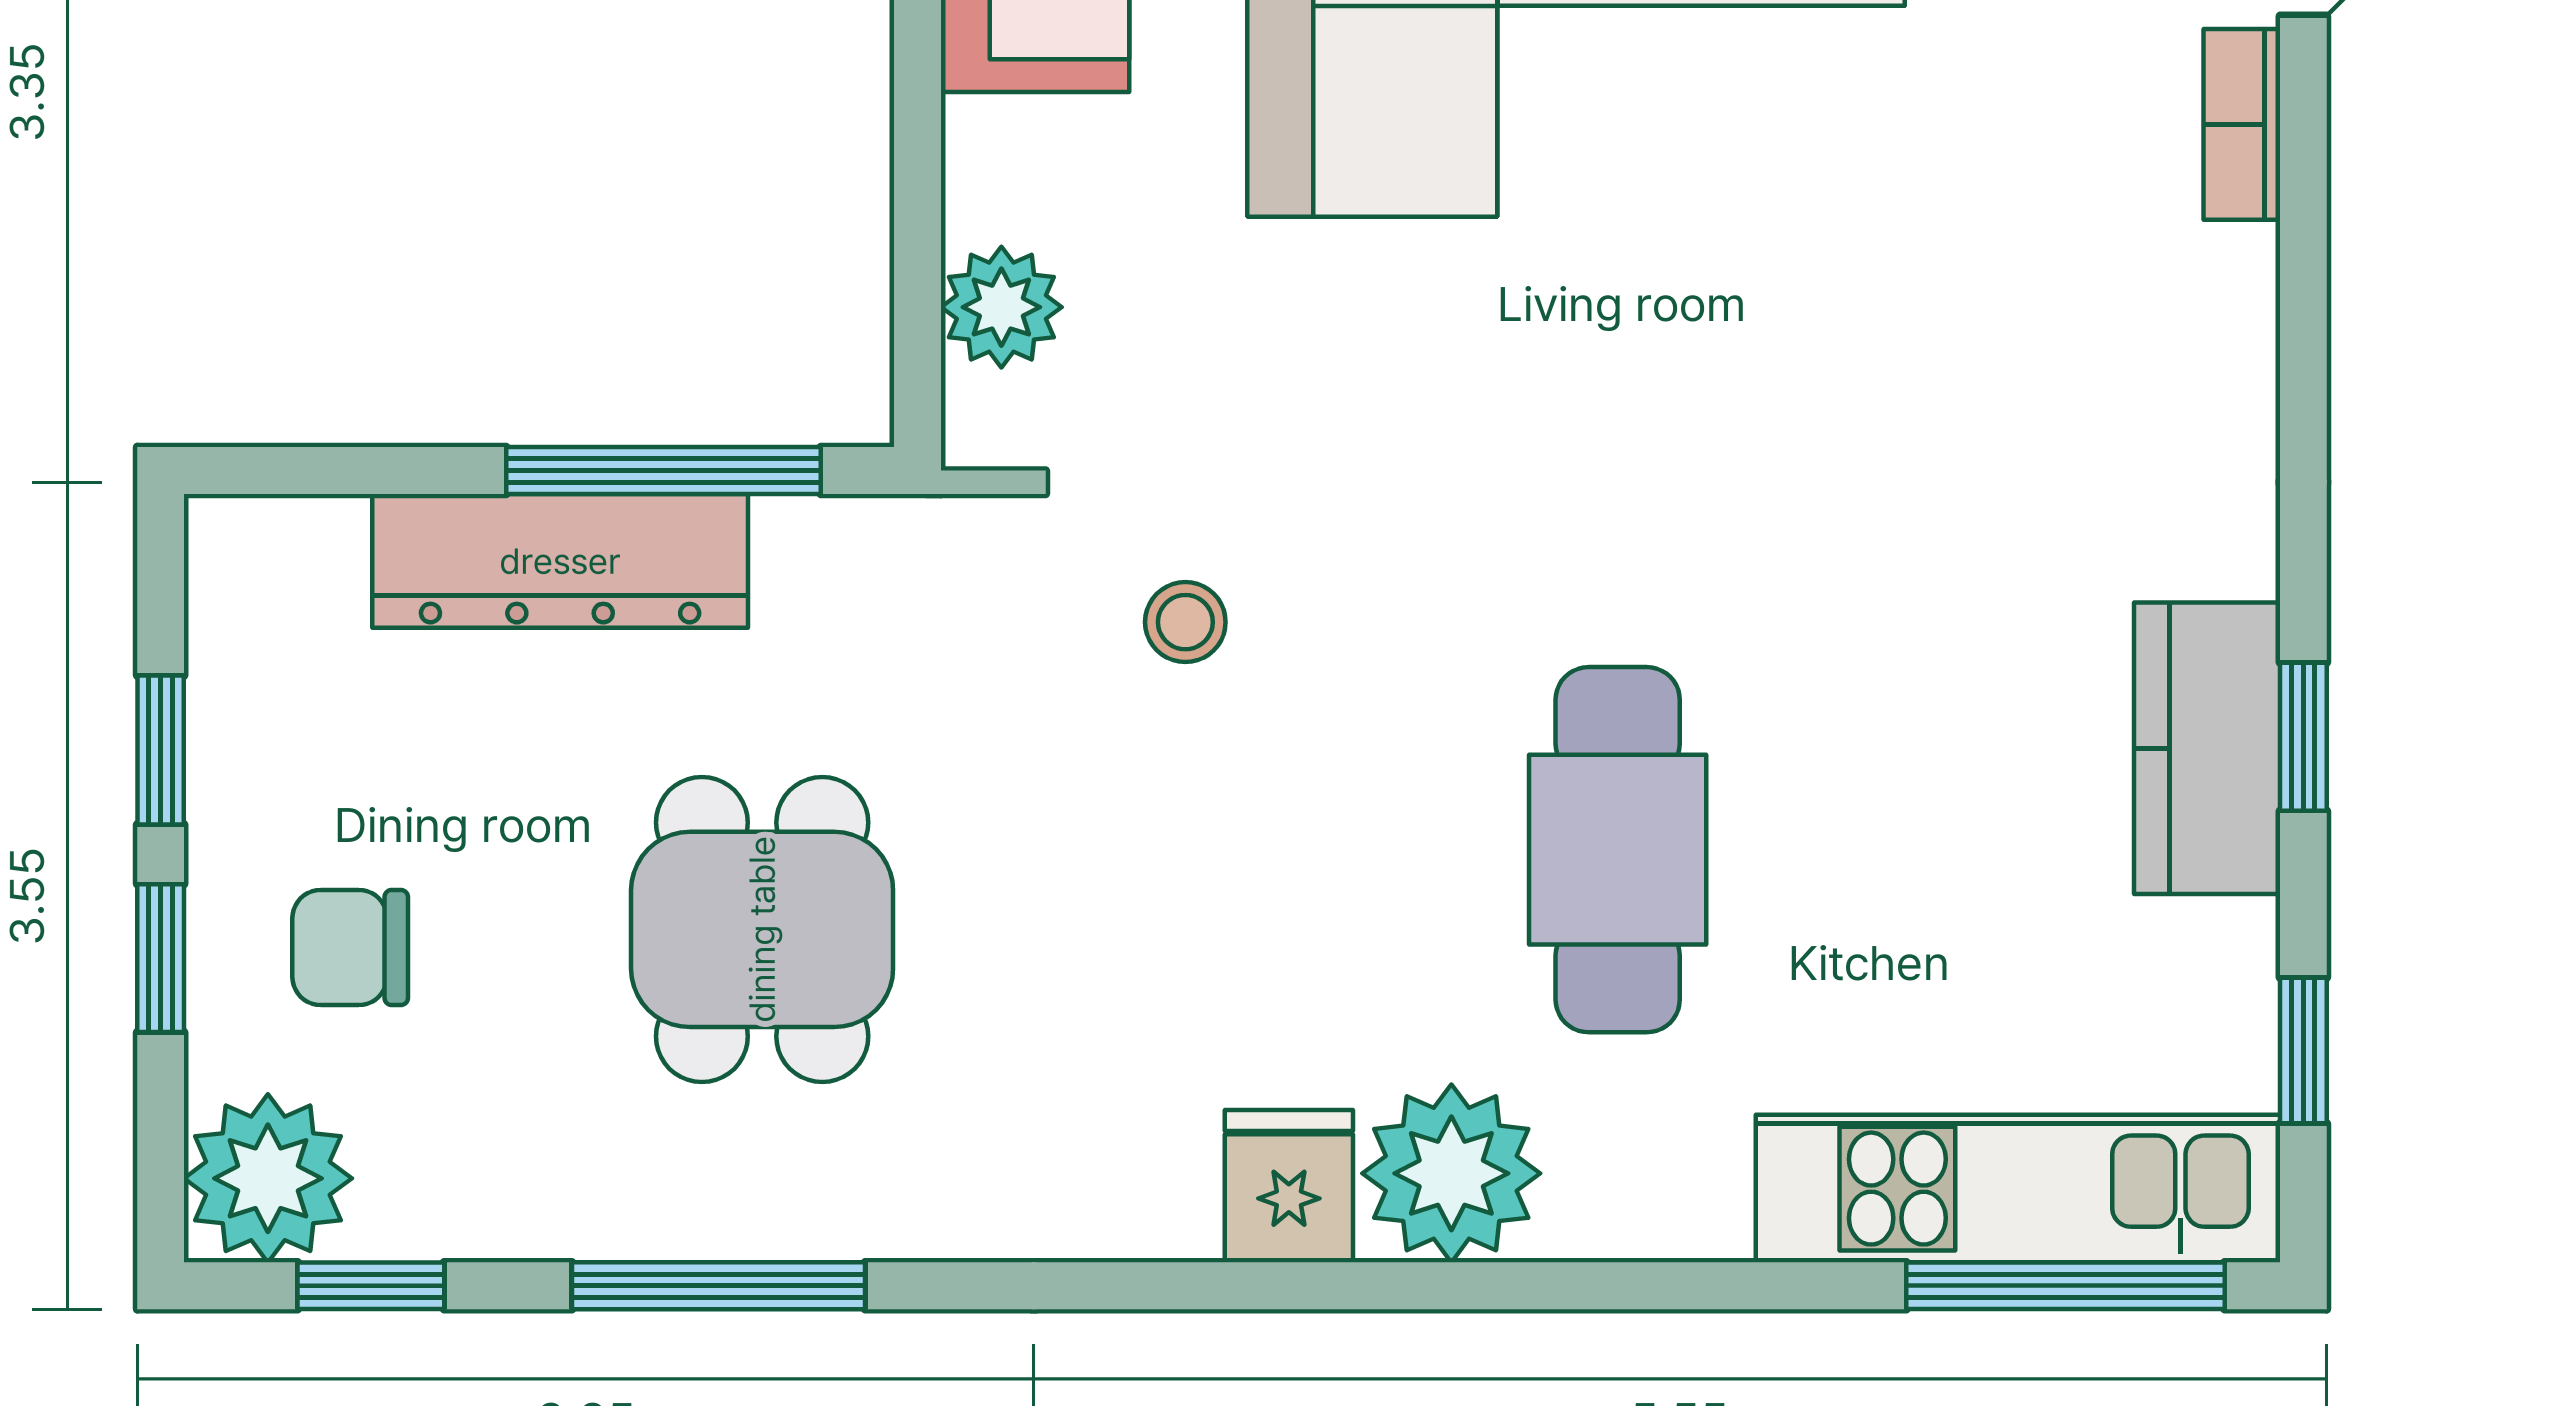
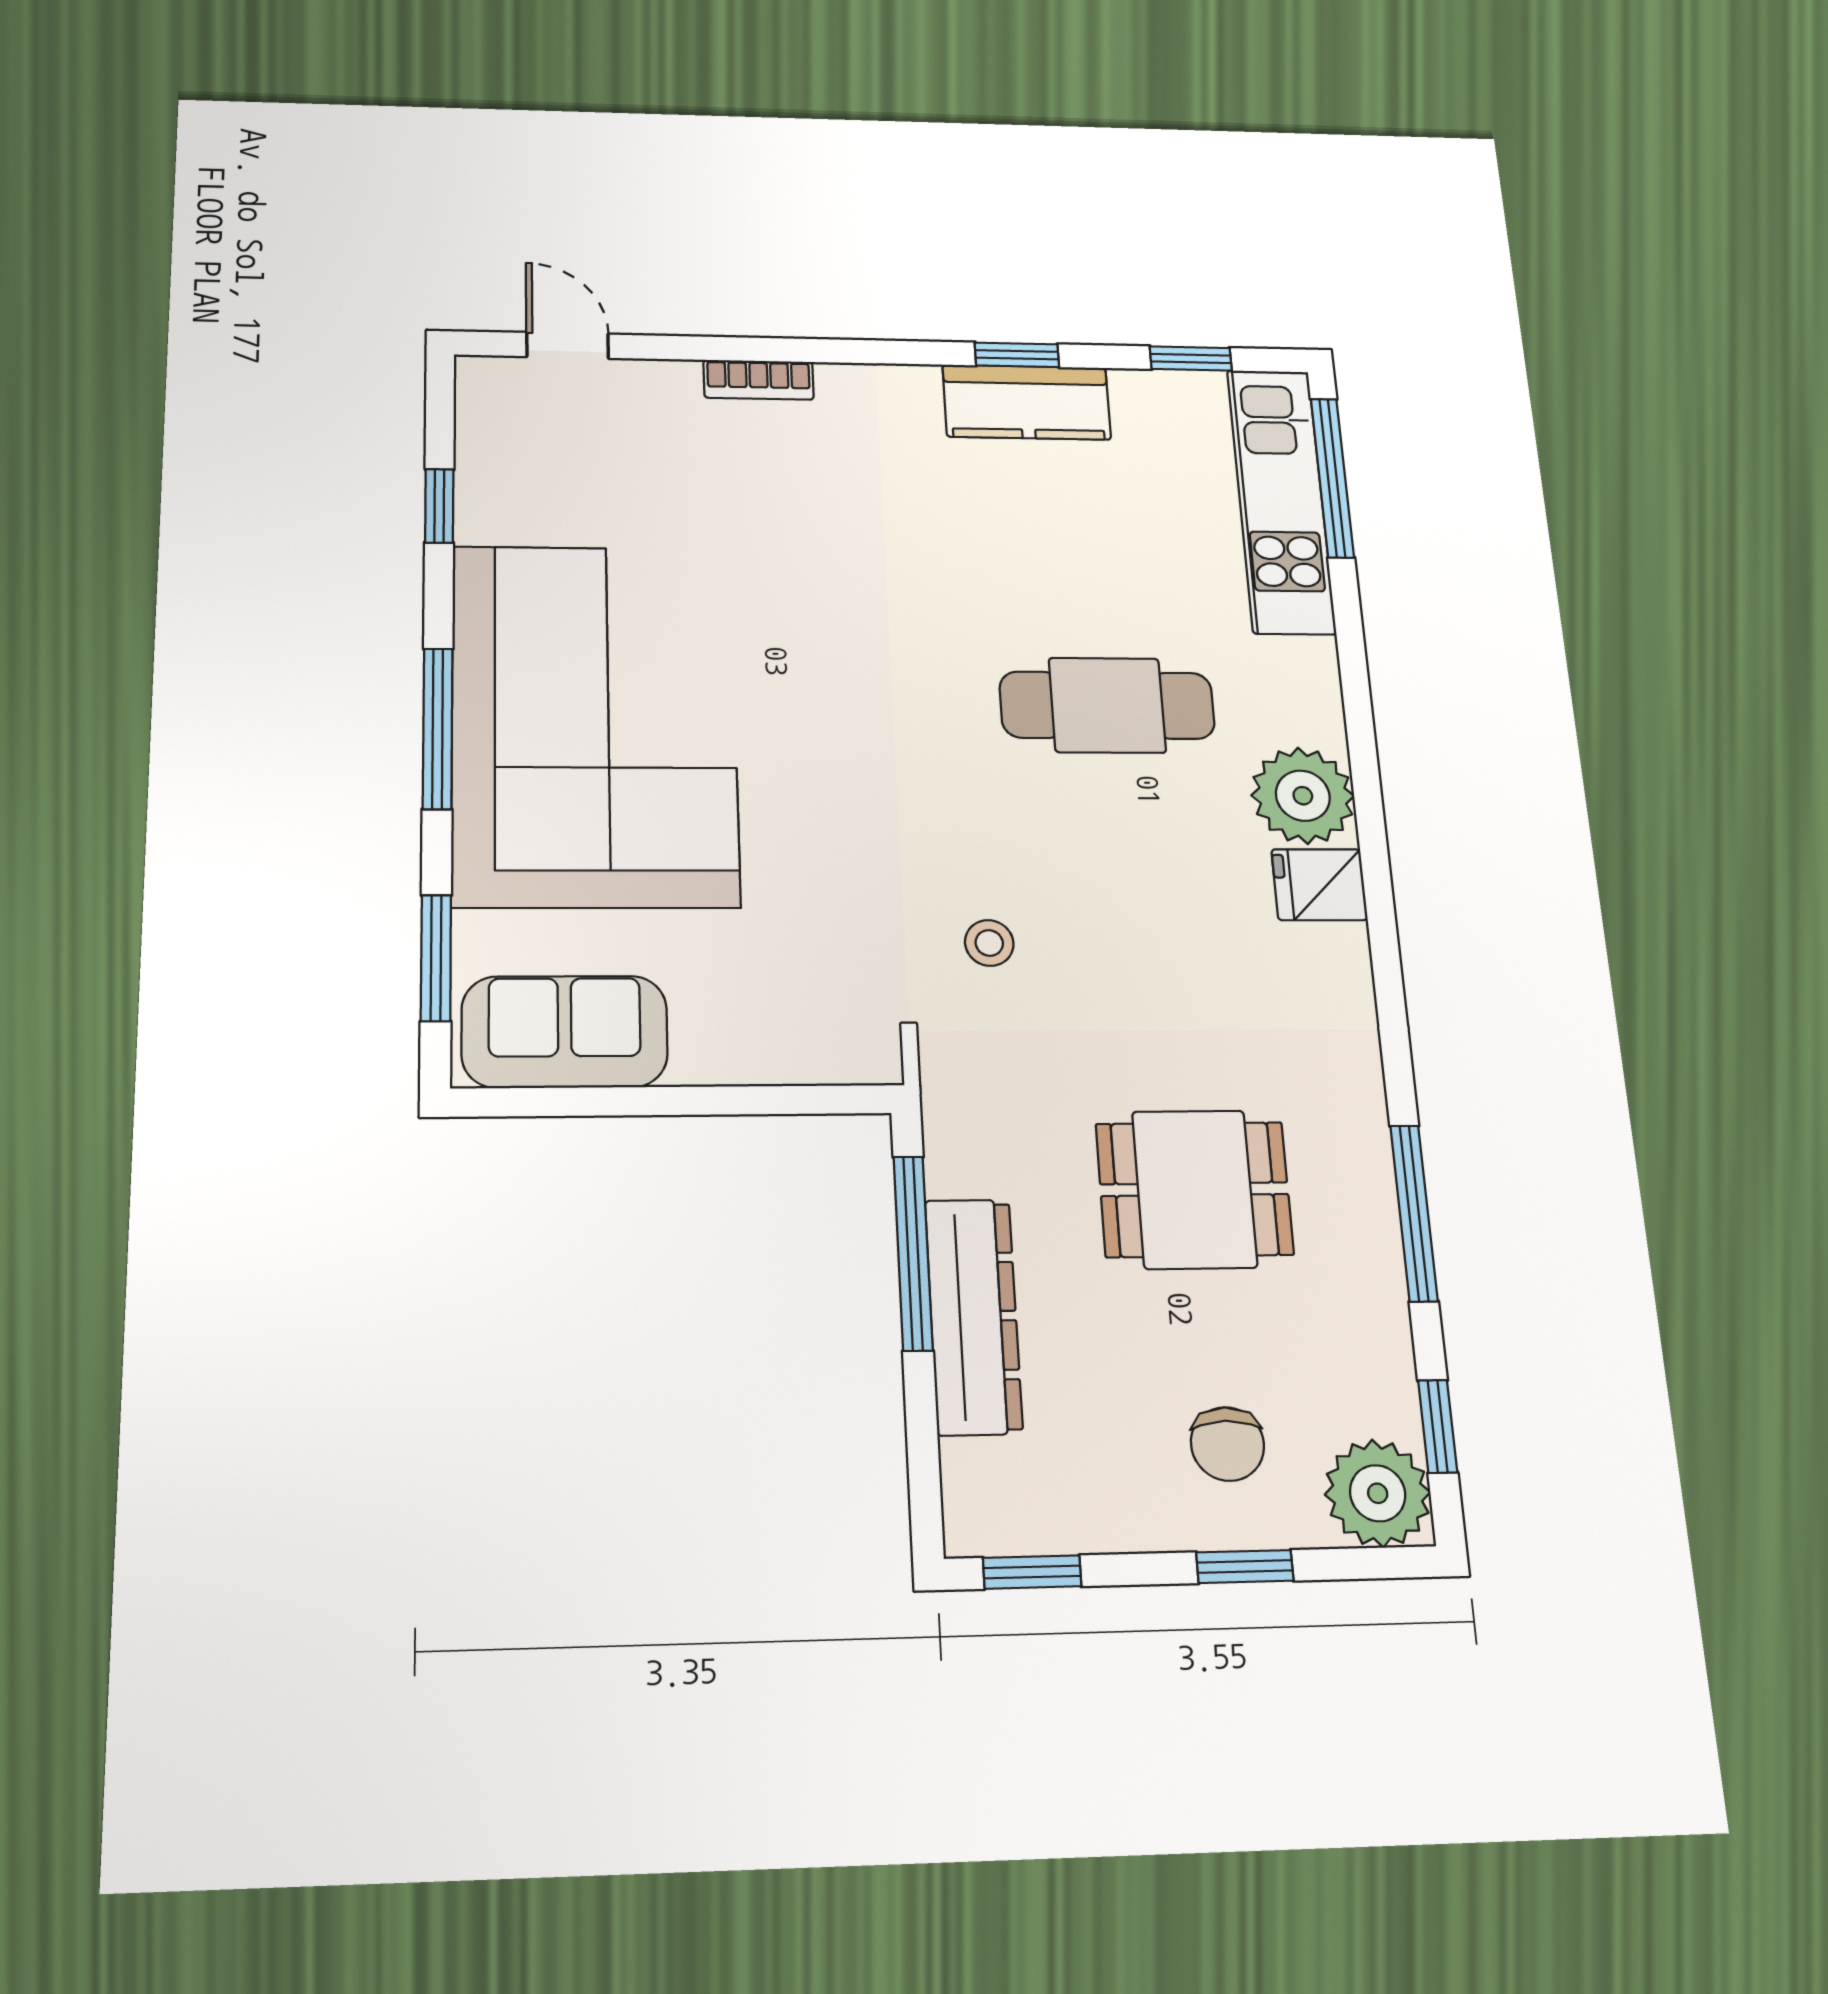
bookcase: (2242, 124) -> (759, 380), moved
plant: (1001, 307) -> (802, 1050), removed
window: (161, 750) -> (1032, 1572), moved

